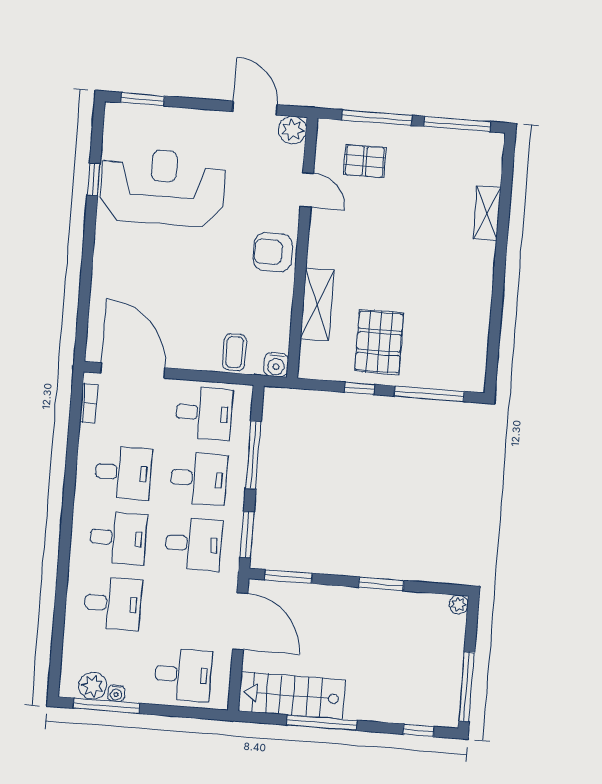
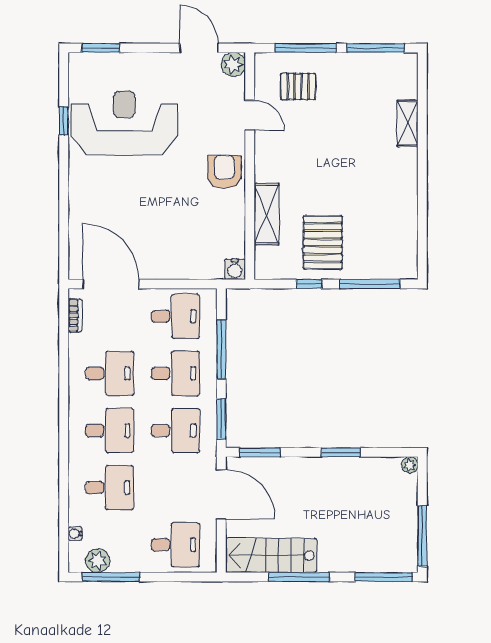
armchair: (273, 252) -> (224, 172), turned 90
coffee table: (235, 352) -> (198, 261), removed
water cooler: (116, 693) -> (75, 534), moved, turned 90
window: (418, 730) -> (384, 577), width x2.17

